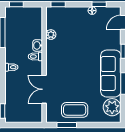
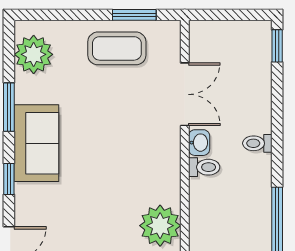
plant: (51, 35) -> (160, 226), width x1.87, depth x1.87
washbasin: (38, 45) -> (199, 143), moved
sofa: (111, 74) -> (36, 143), width x0.73

